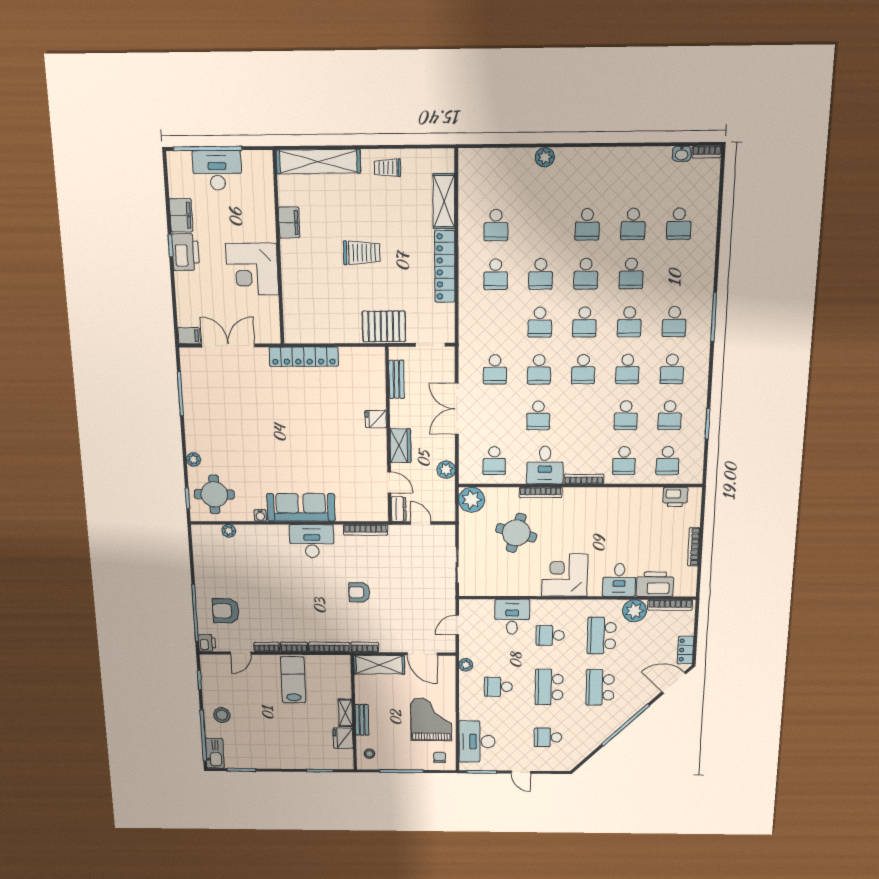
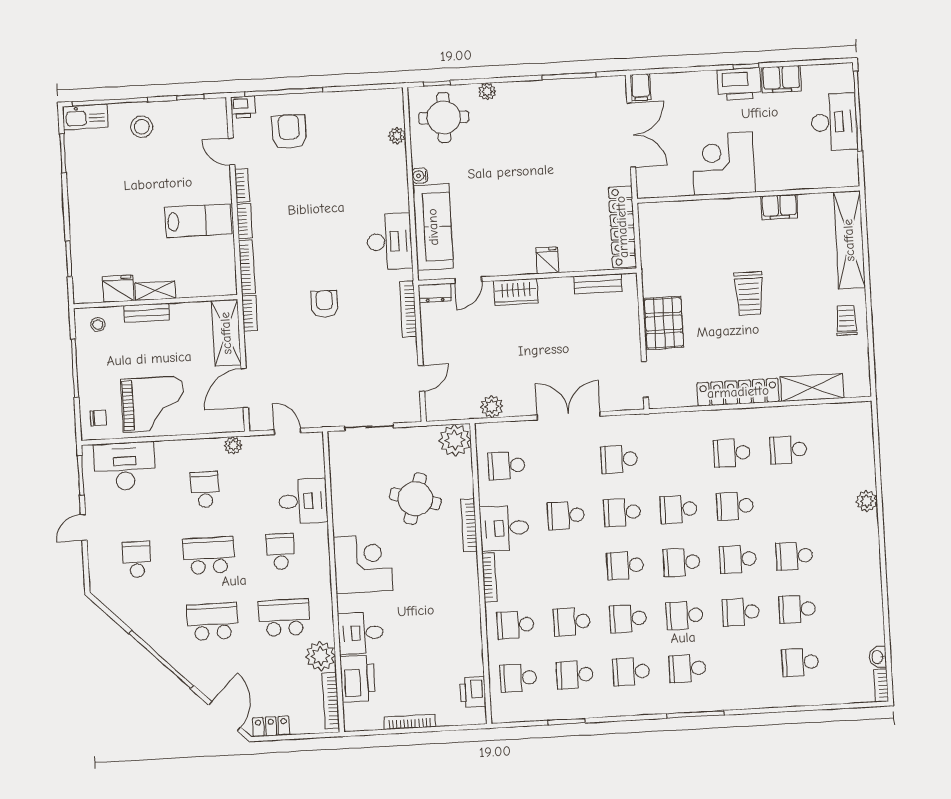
bench: (397, 379) -> (598, 284), moved
fridge: (376, 419) -> (547, 260), moved
wall: (388, 436) -> (527, 277), moved
wardrobe: (400, 446) -> (516, 292), moved
door: (389, 482) -> (468, 280), moved
dresser: (399, 509) -> (435, 293), moved

